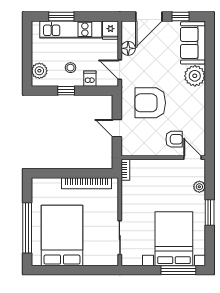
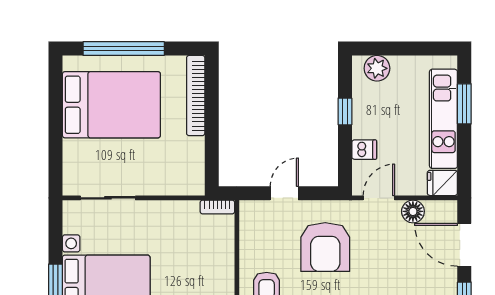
stool: (71, 68) -> (382, 118), removed
armchair: (150, 103) -> (325, 247), turned 180
bookcase: (87, 183) -> (196, 96), moved

